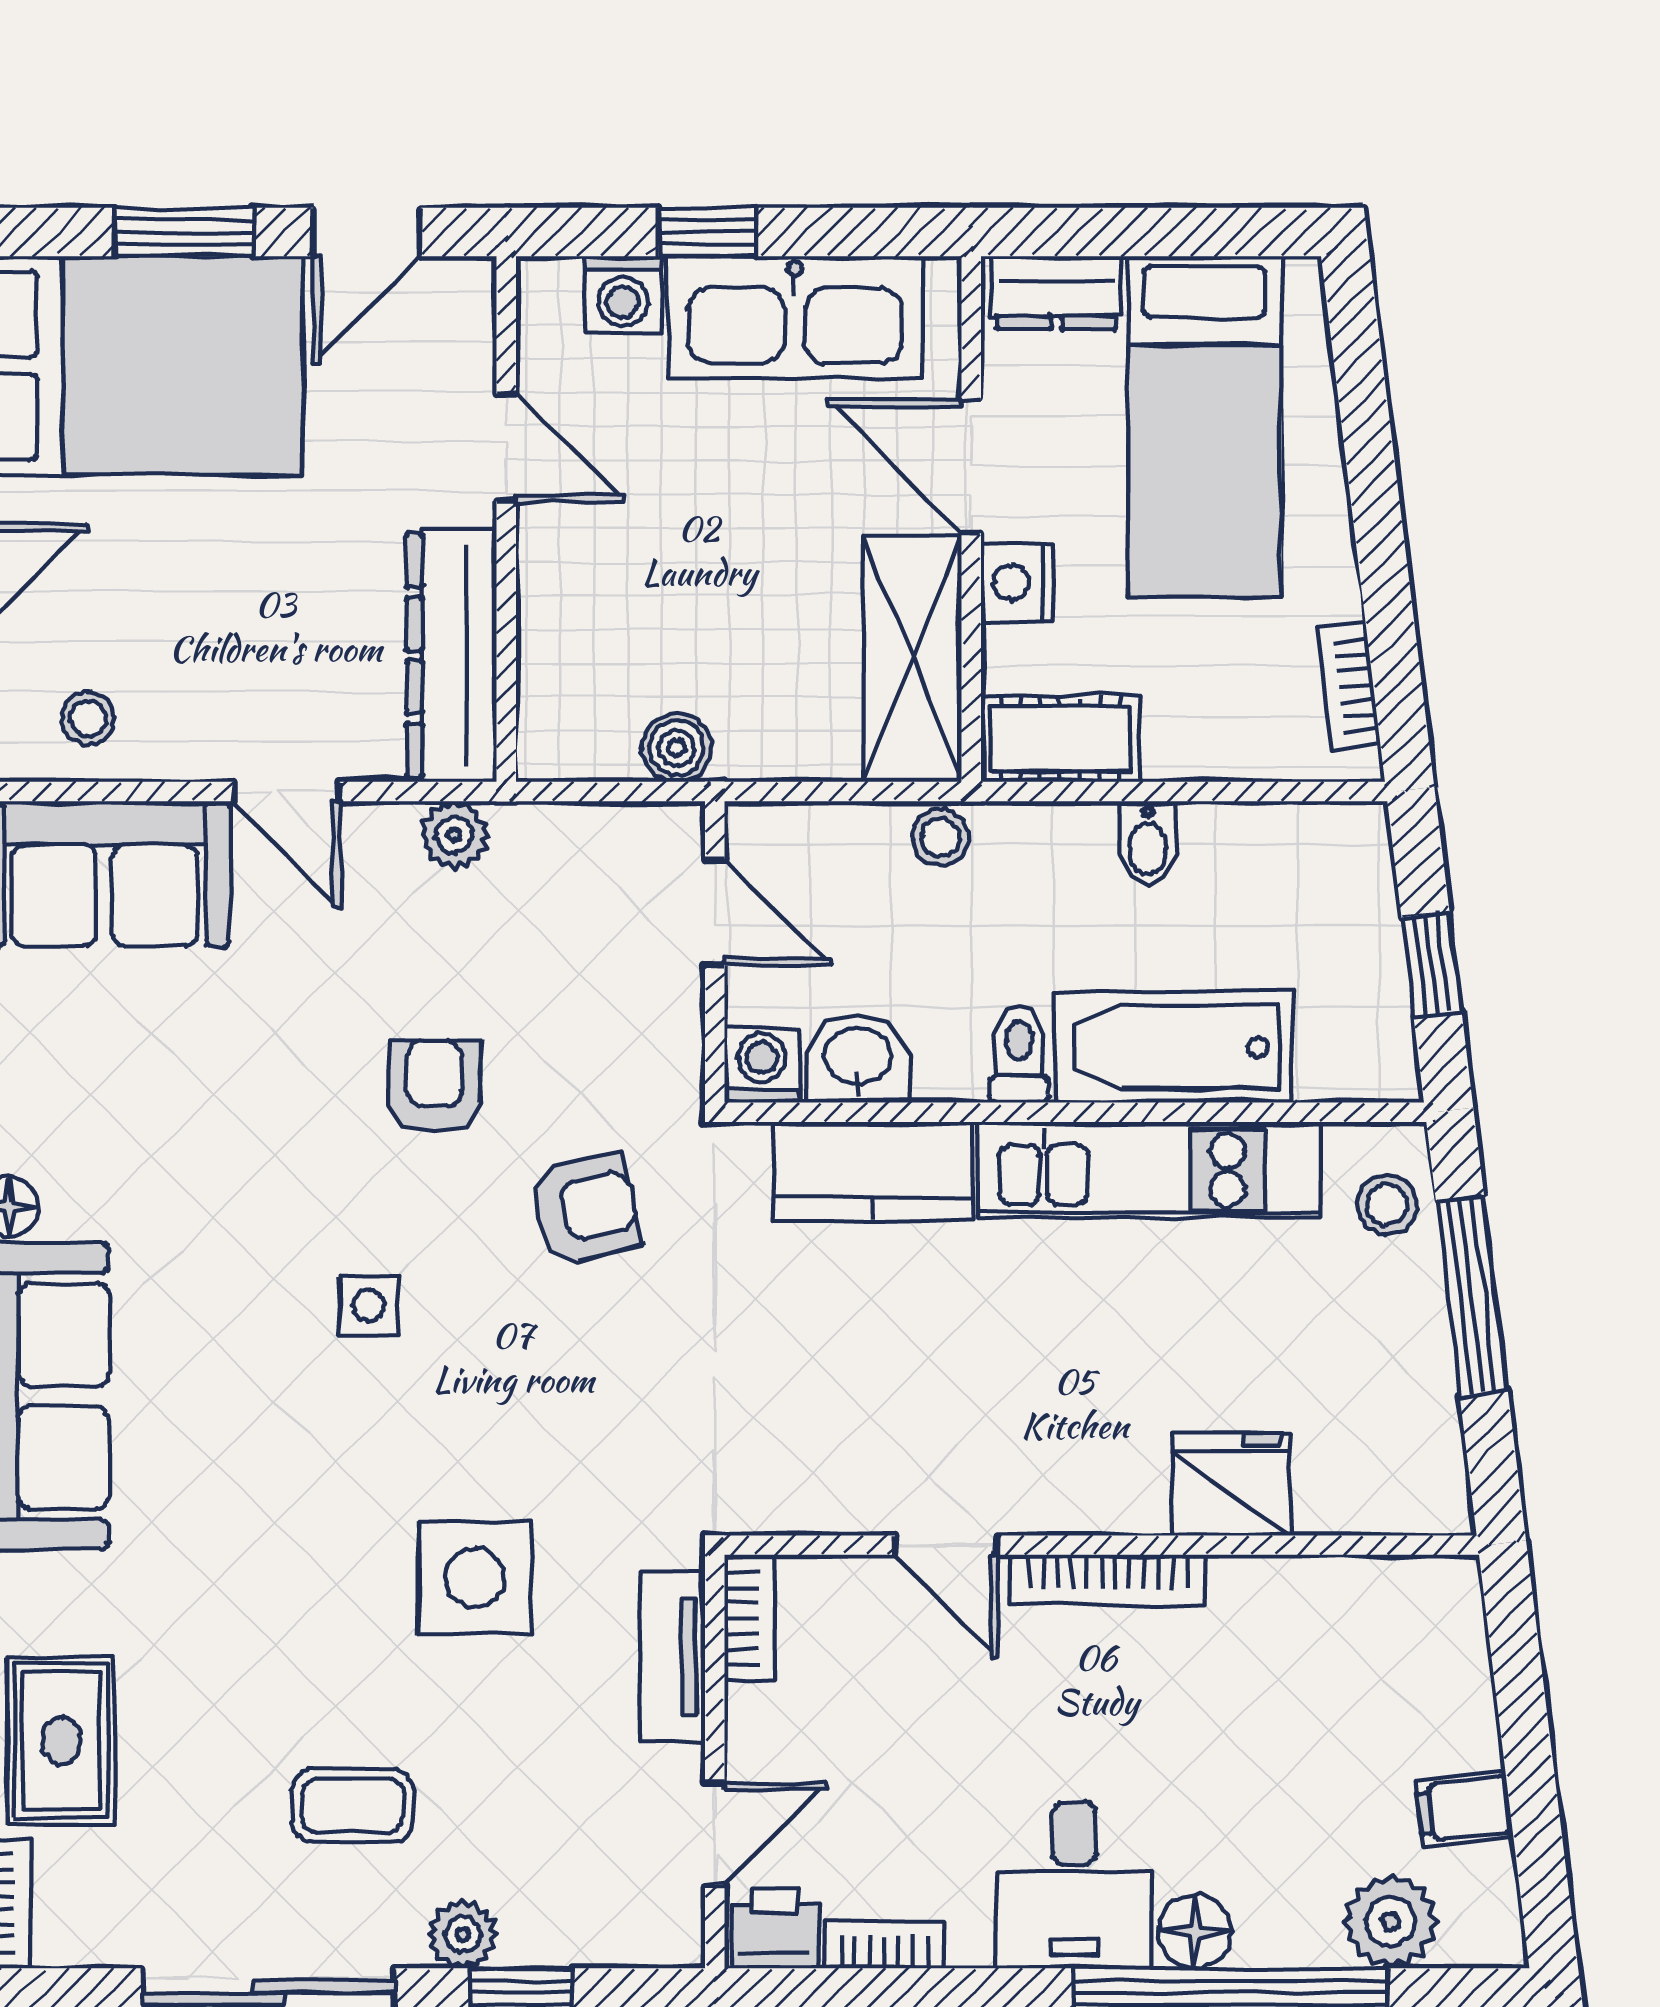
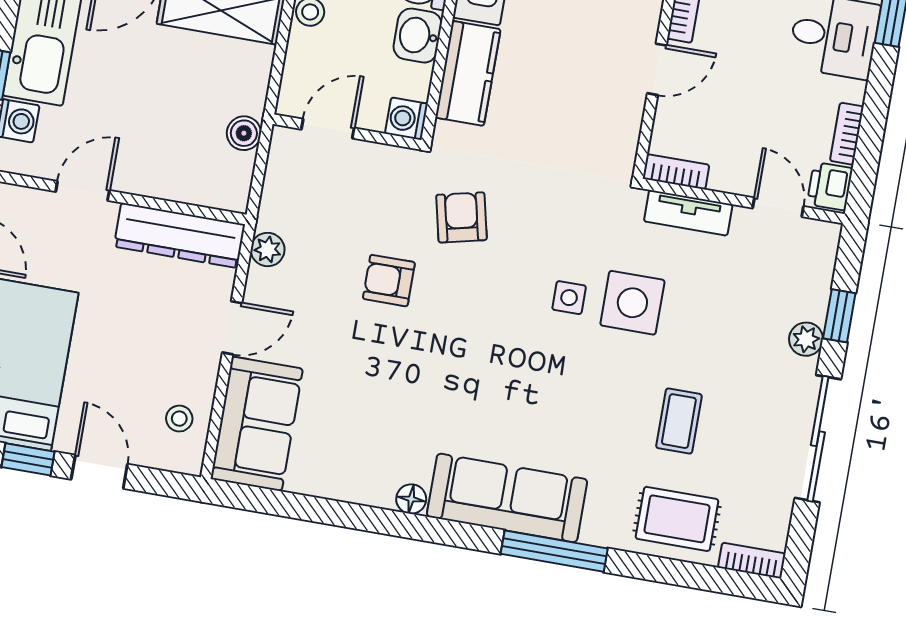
washbasin: (858, 1059) -> (418, 36), moved
side table: (369, 1306) -> (569, 298), moved
coffee table: (353, 1806) -> (679, 421), moved

